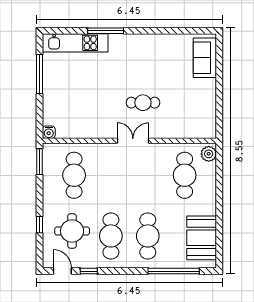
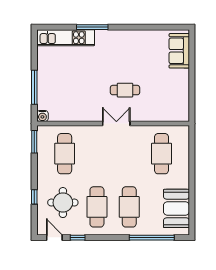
window: (39, 74) -> (34, 87), moved
plant: (209, 154) -> (183, 135), removed

